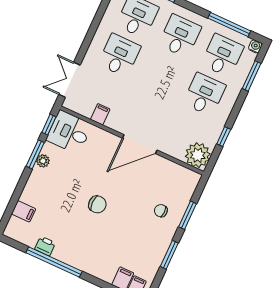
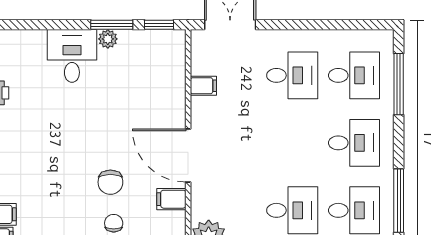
desk: (69, 132) -> (72, 56), moved
chair: (97, 204) -> (110, 182), moved
filing cabinet: (24, 211) -> (171, 199), moved, turned 90

